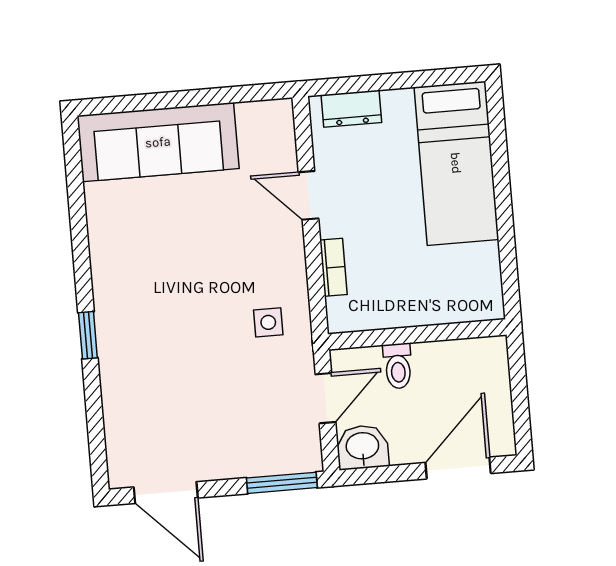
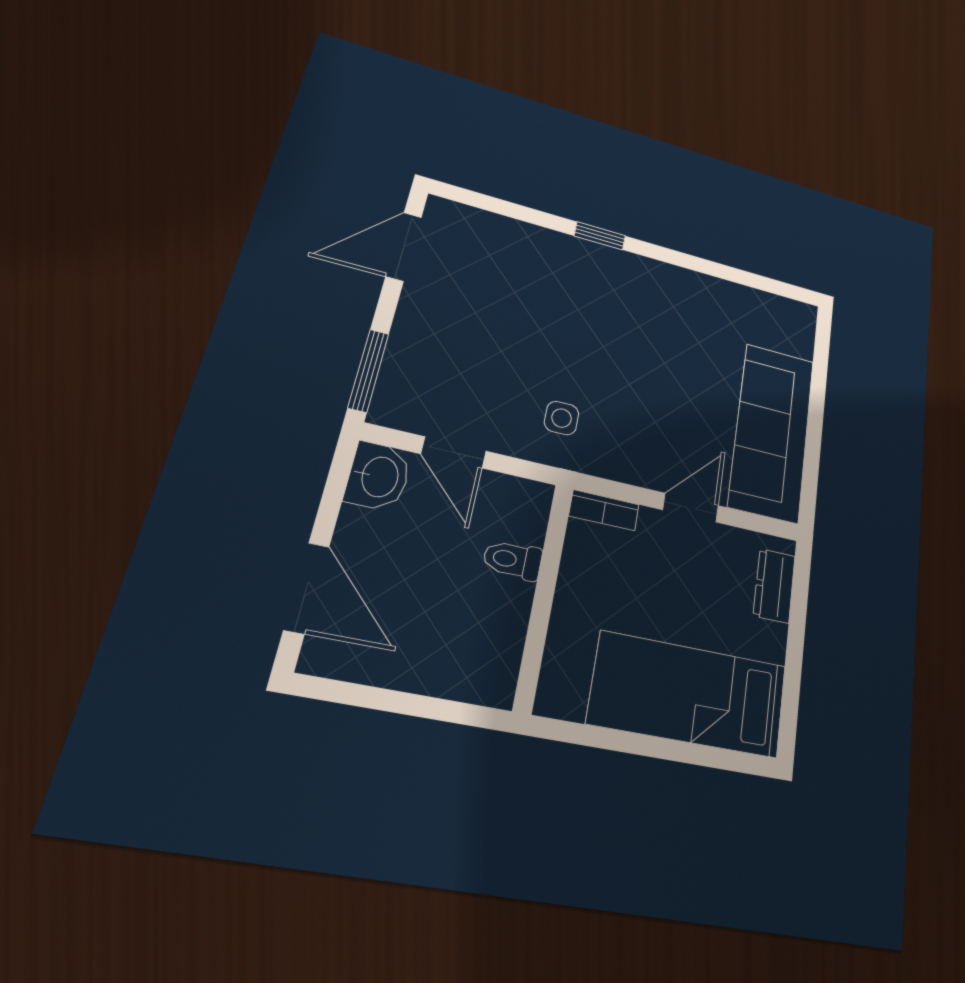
sofa: (158, 142) -> (772, 432), moved
wall: (417, 334) -> (544, 595), moved
toilet: (398, 366) -> (513, 560), moved

